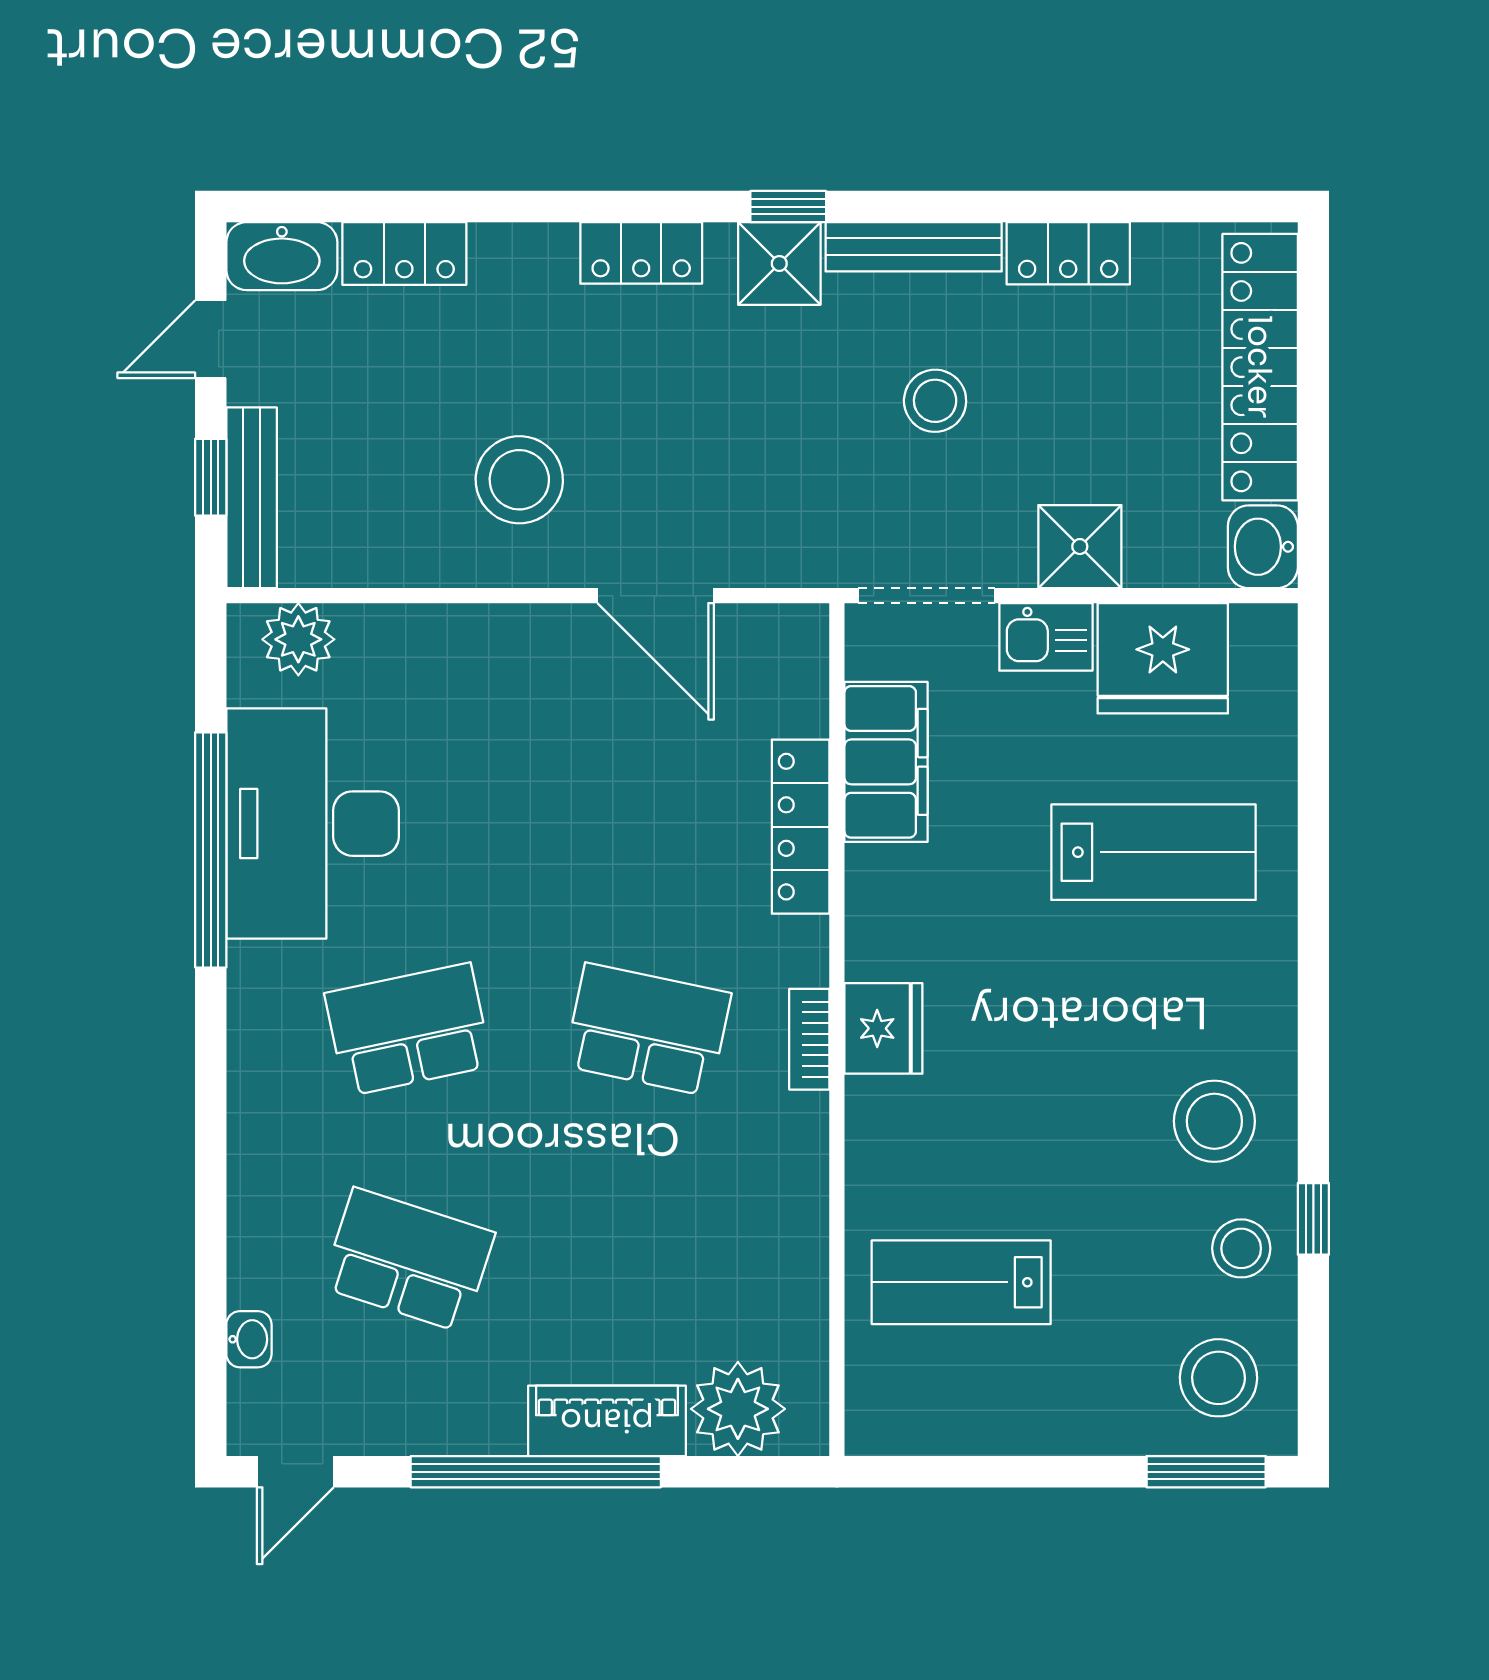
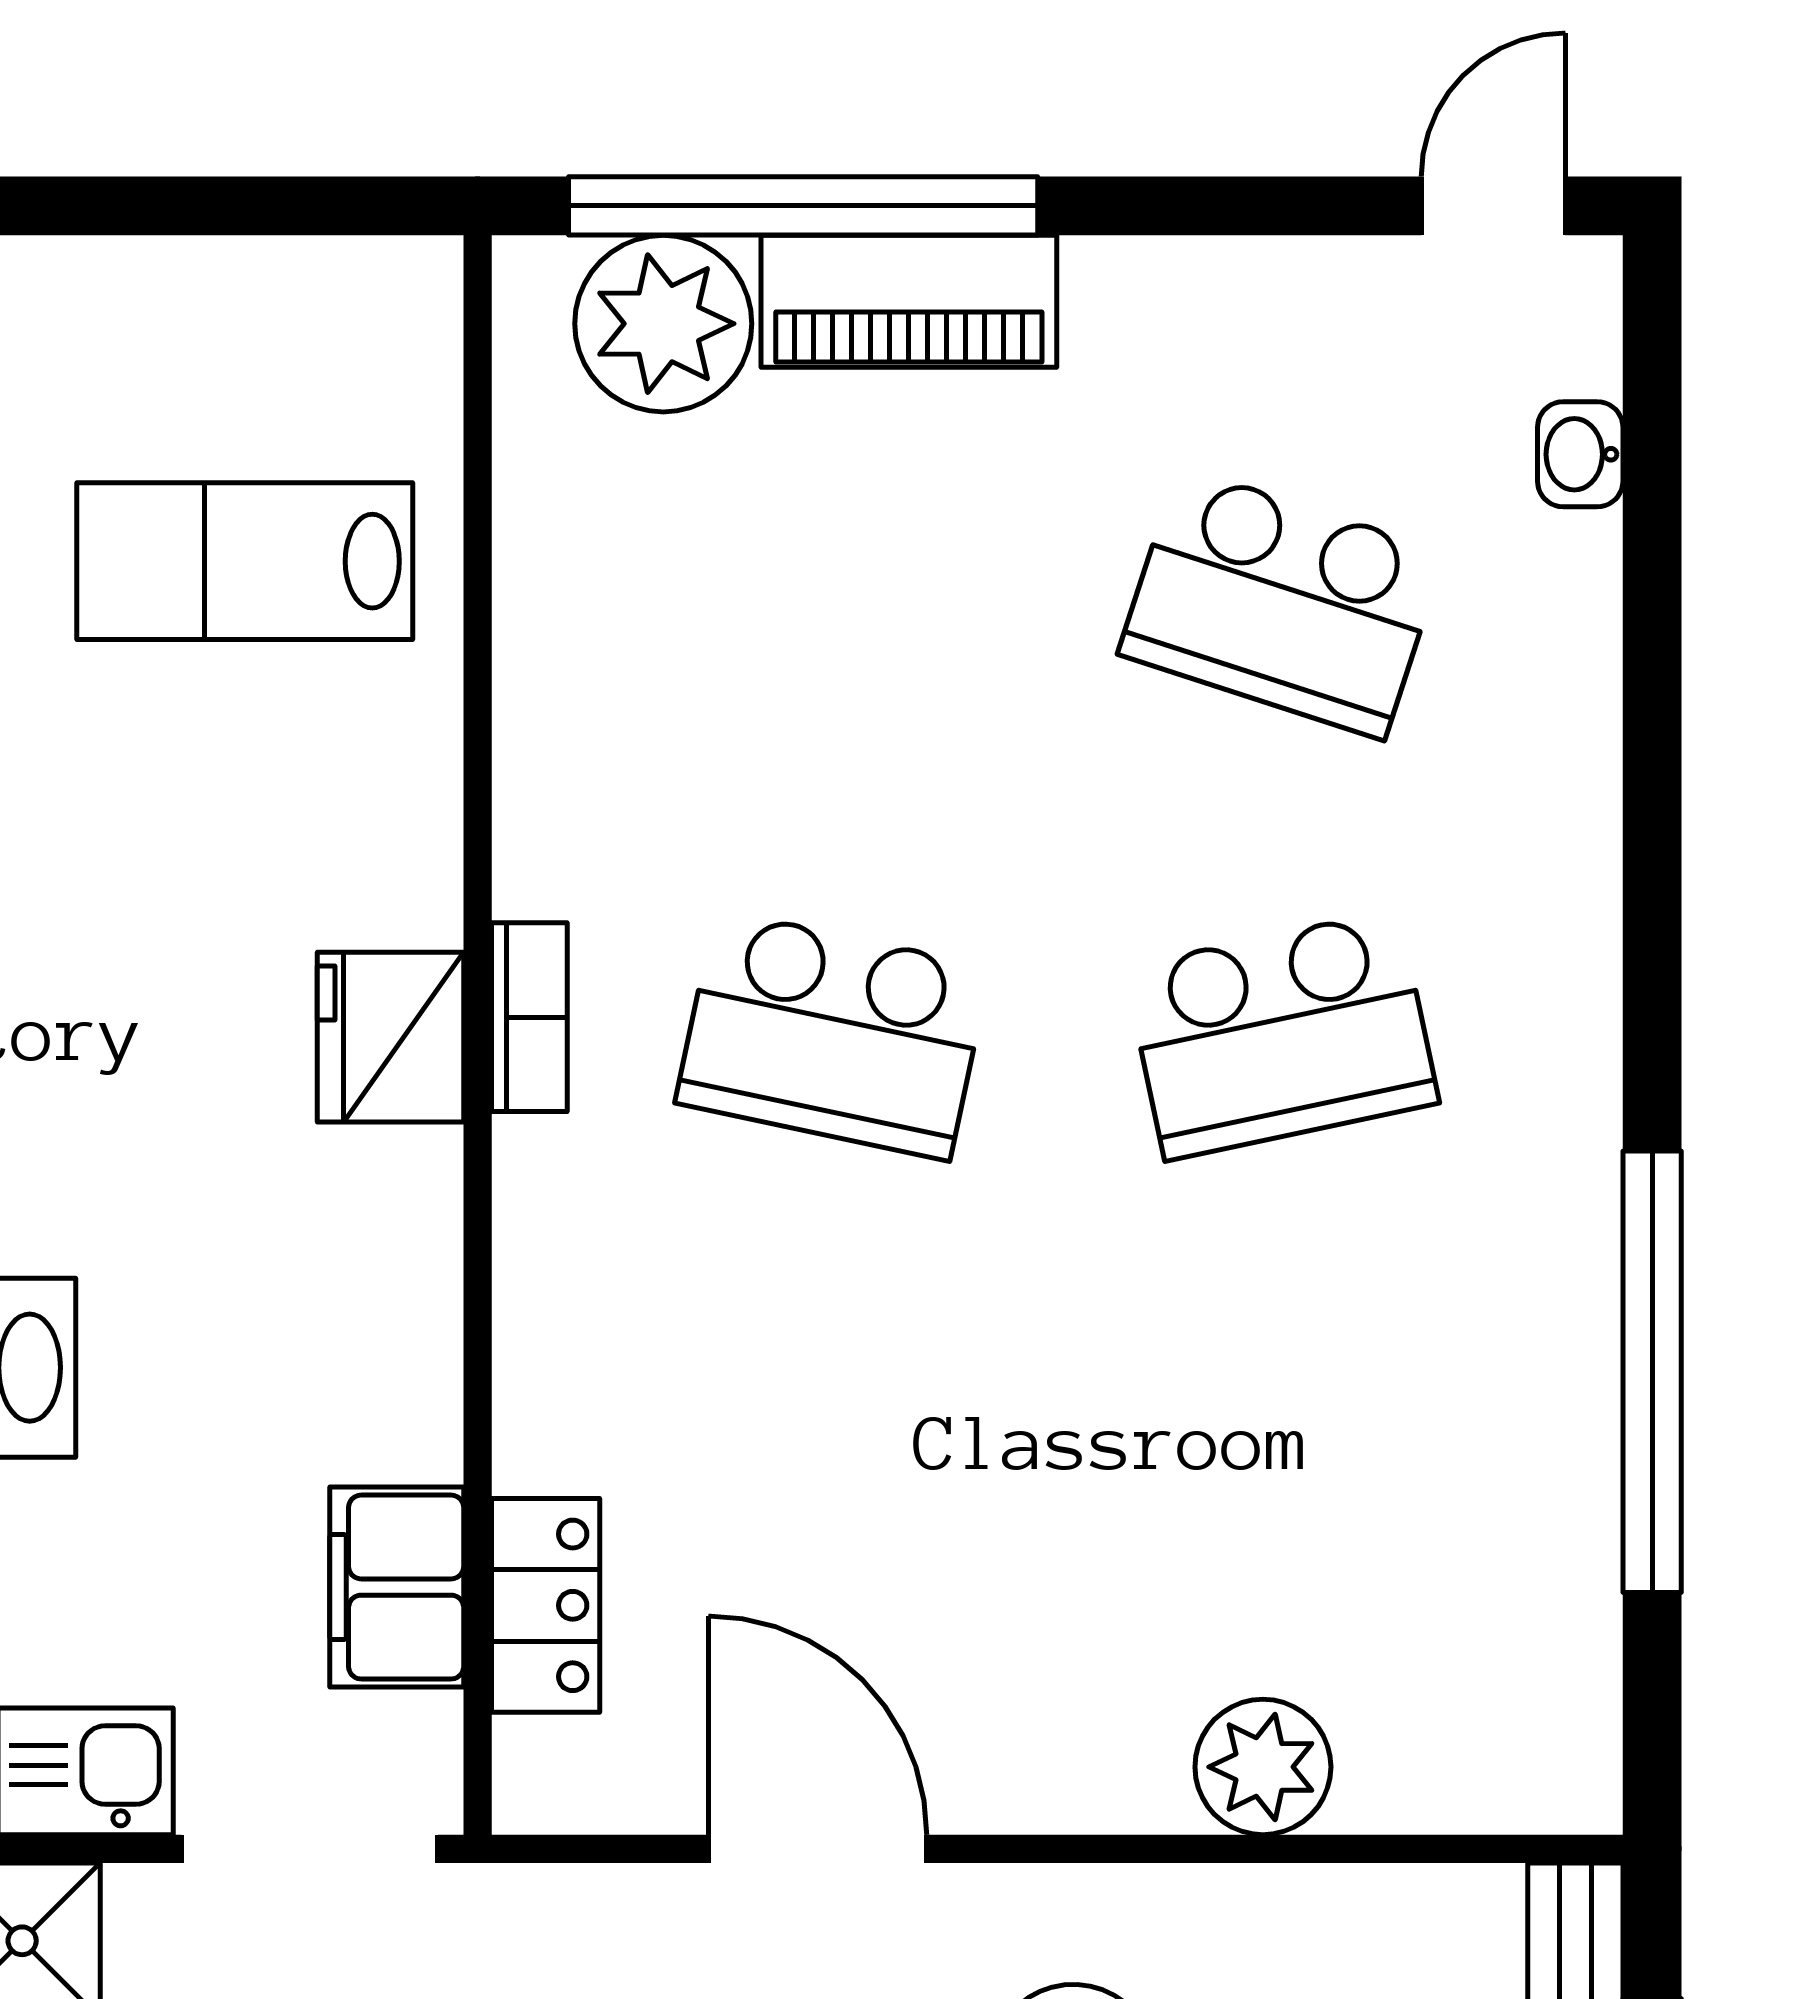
plant: (298, 639) -> (1263, 1767), moved
filing cabinet: (886, 762) -> (397, 1587), width x0.67, depth x0.86
desk: (313, 824) -> (1461, 1421), removed
locker: (801, 827) -> (546, 1605), moved, width x0.66
lab bench: (961, 1282) -> (245, 561), turned 180
window: (536, 1472) -> (803, 206), moved

